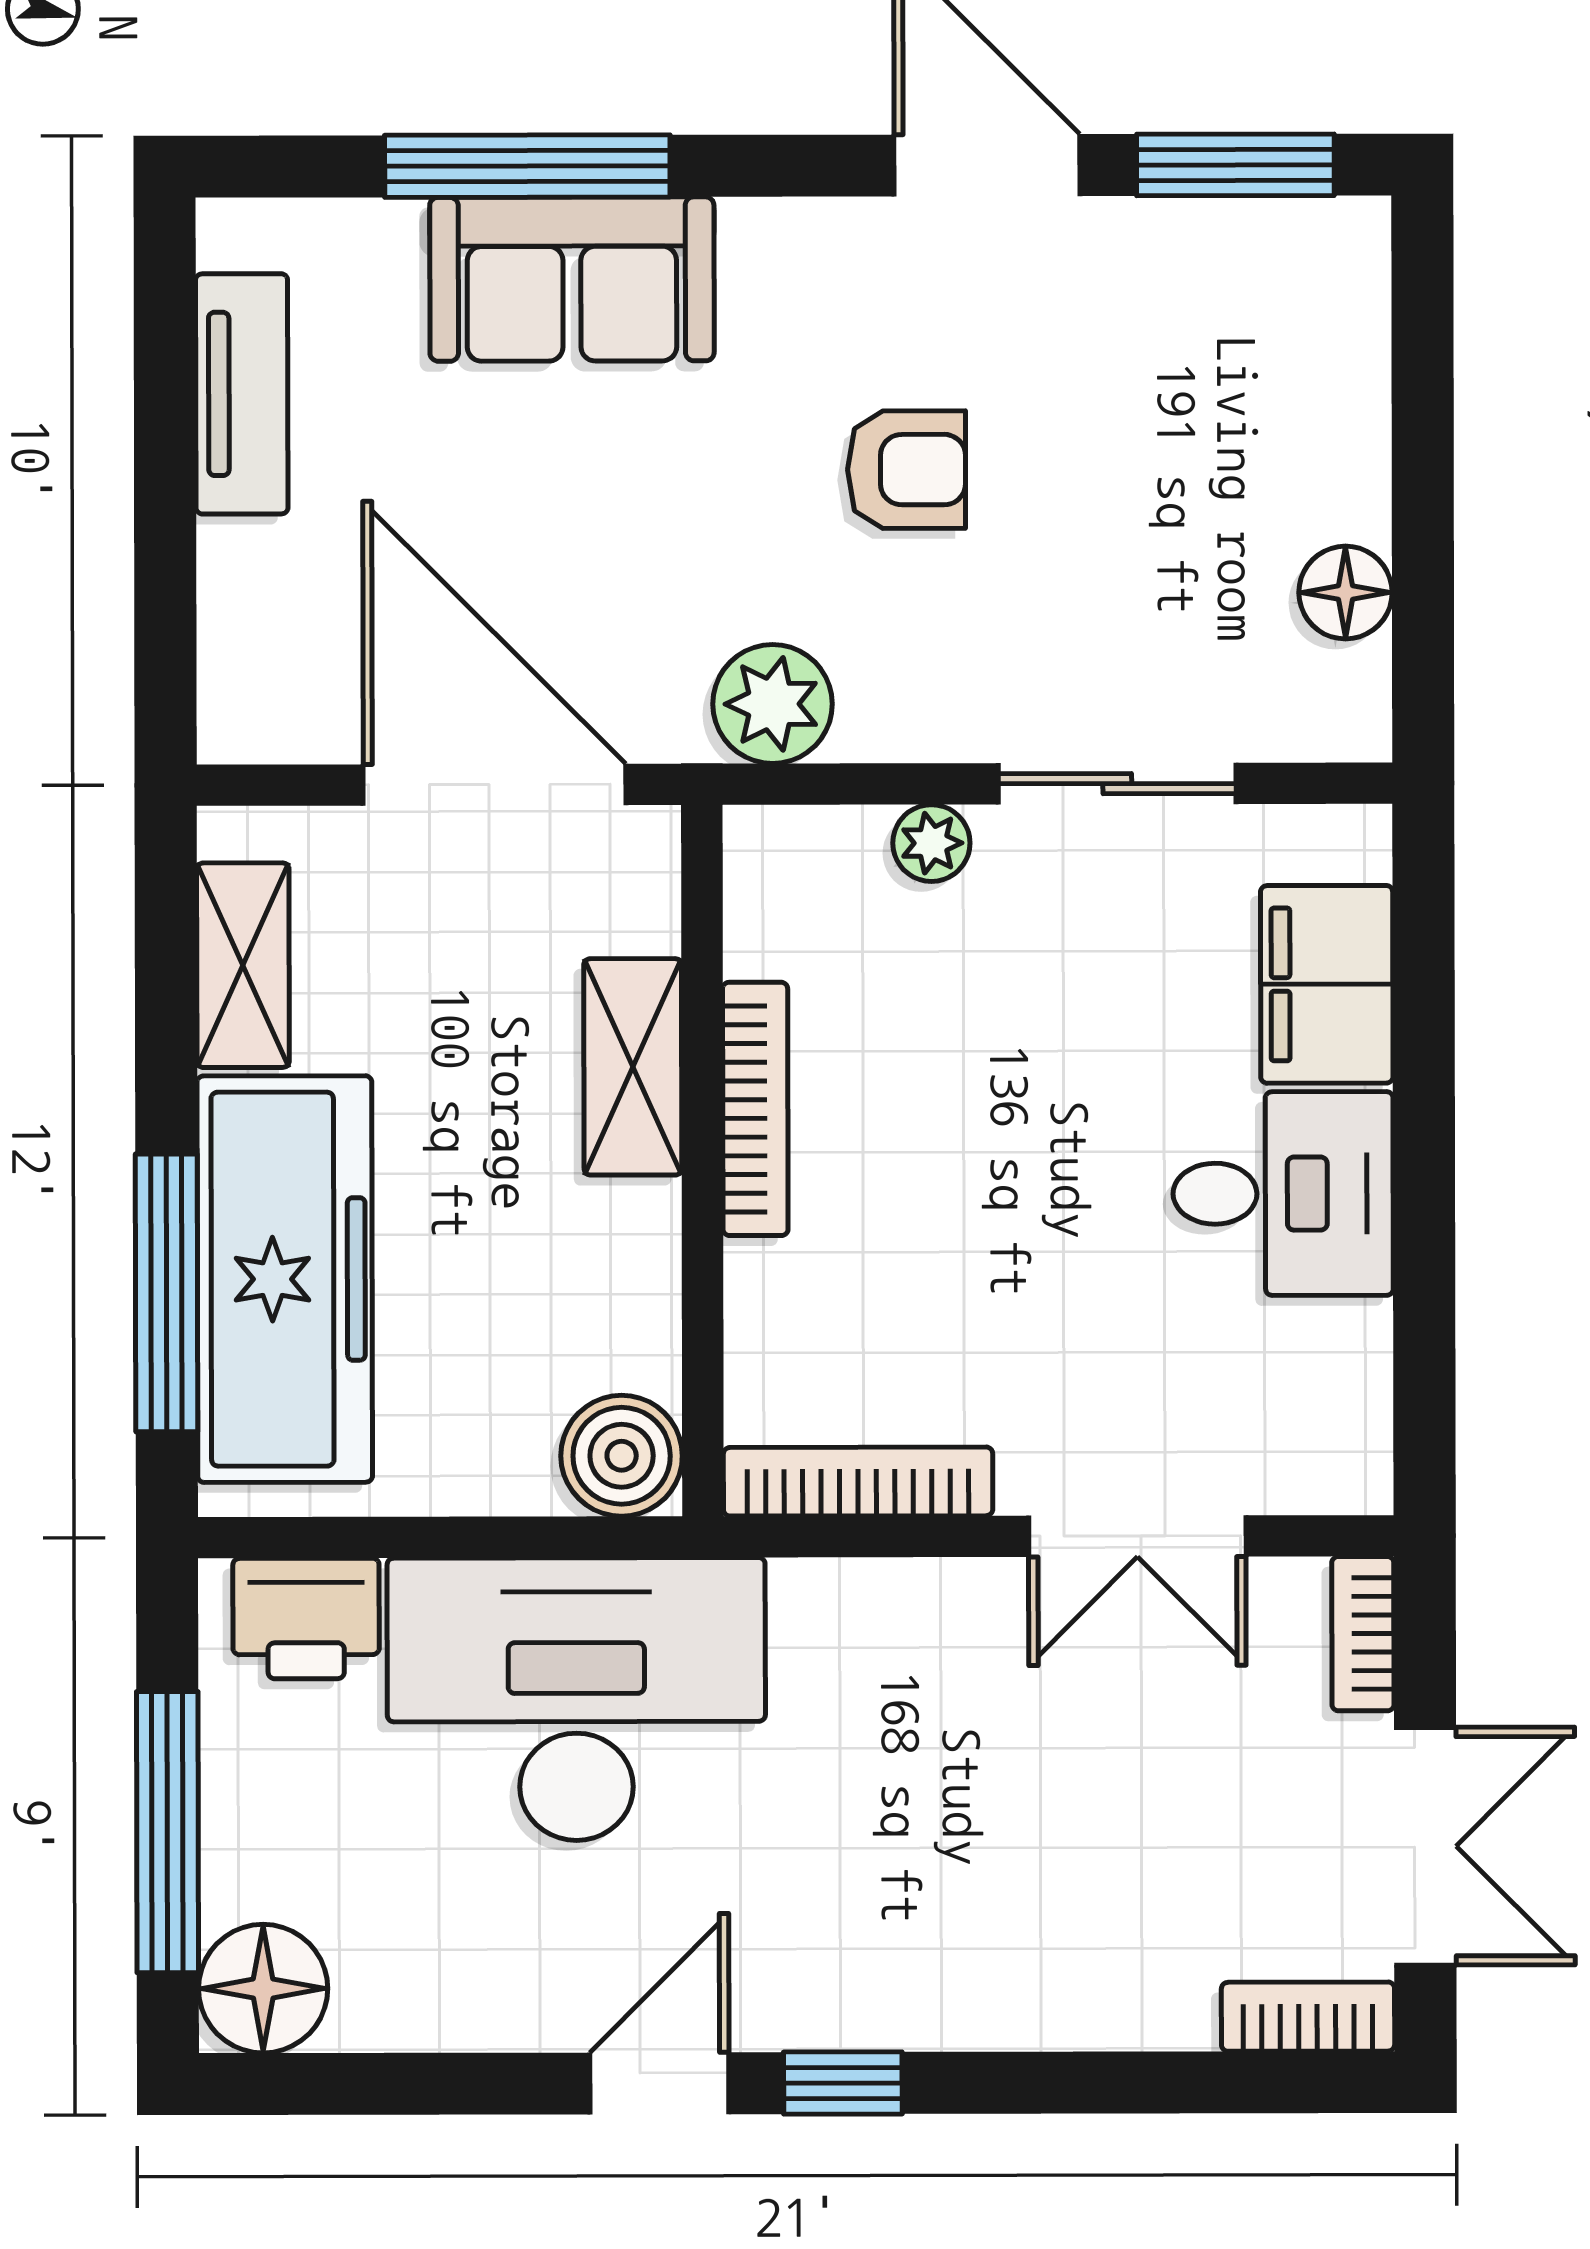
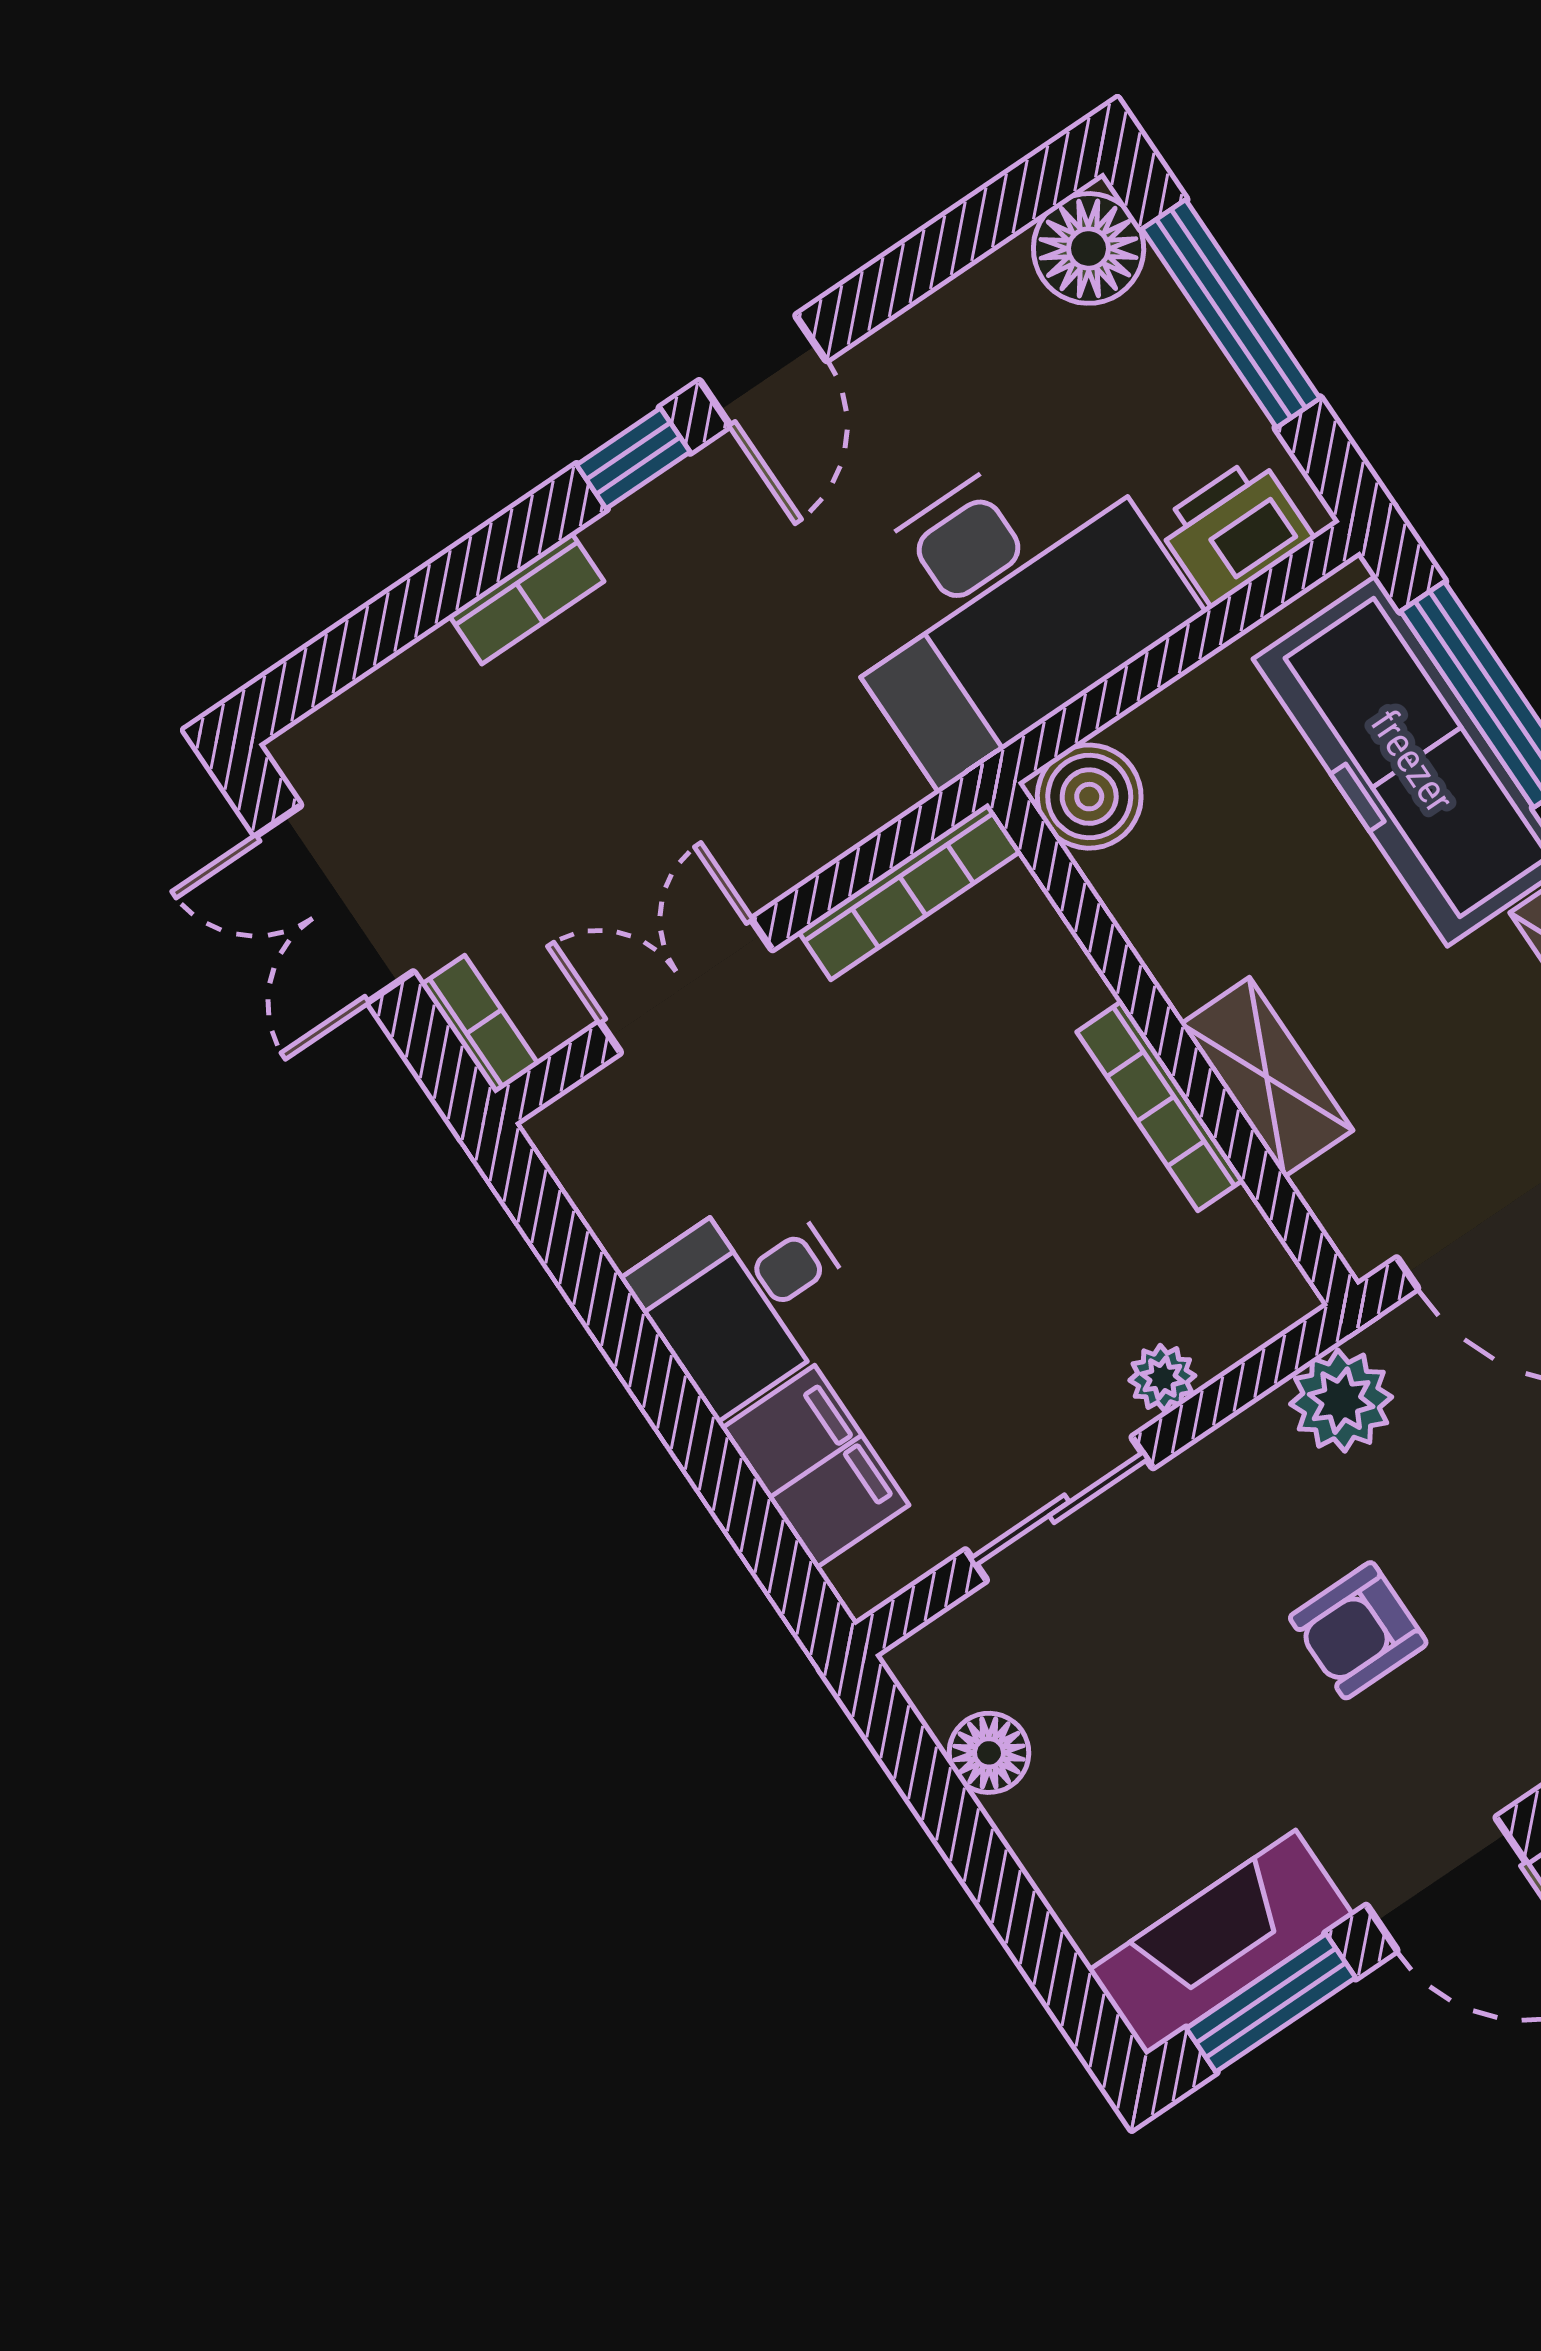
fireplace: (1245, 256) -> (1221, 1943), added
bookcase: (1308, 2017) -> (526, 598), moved

